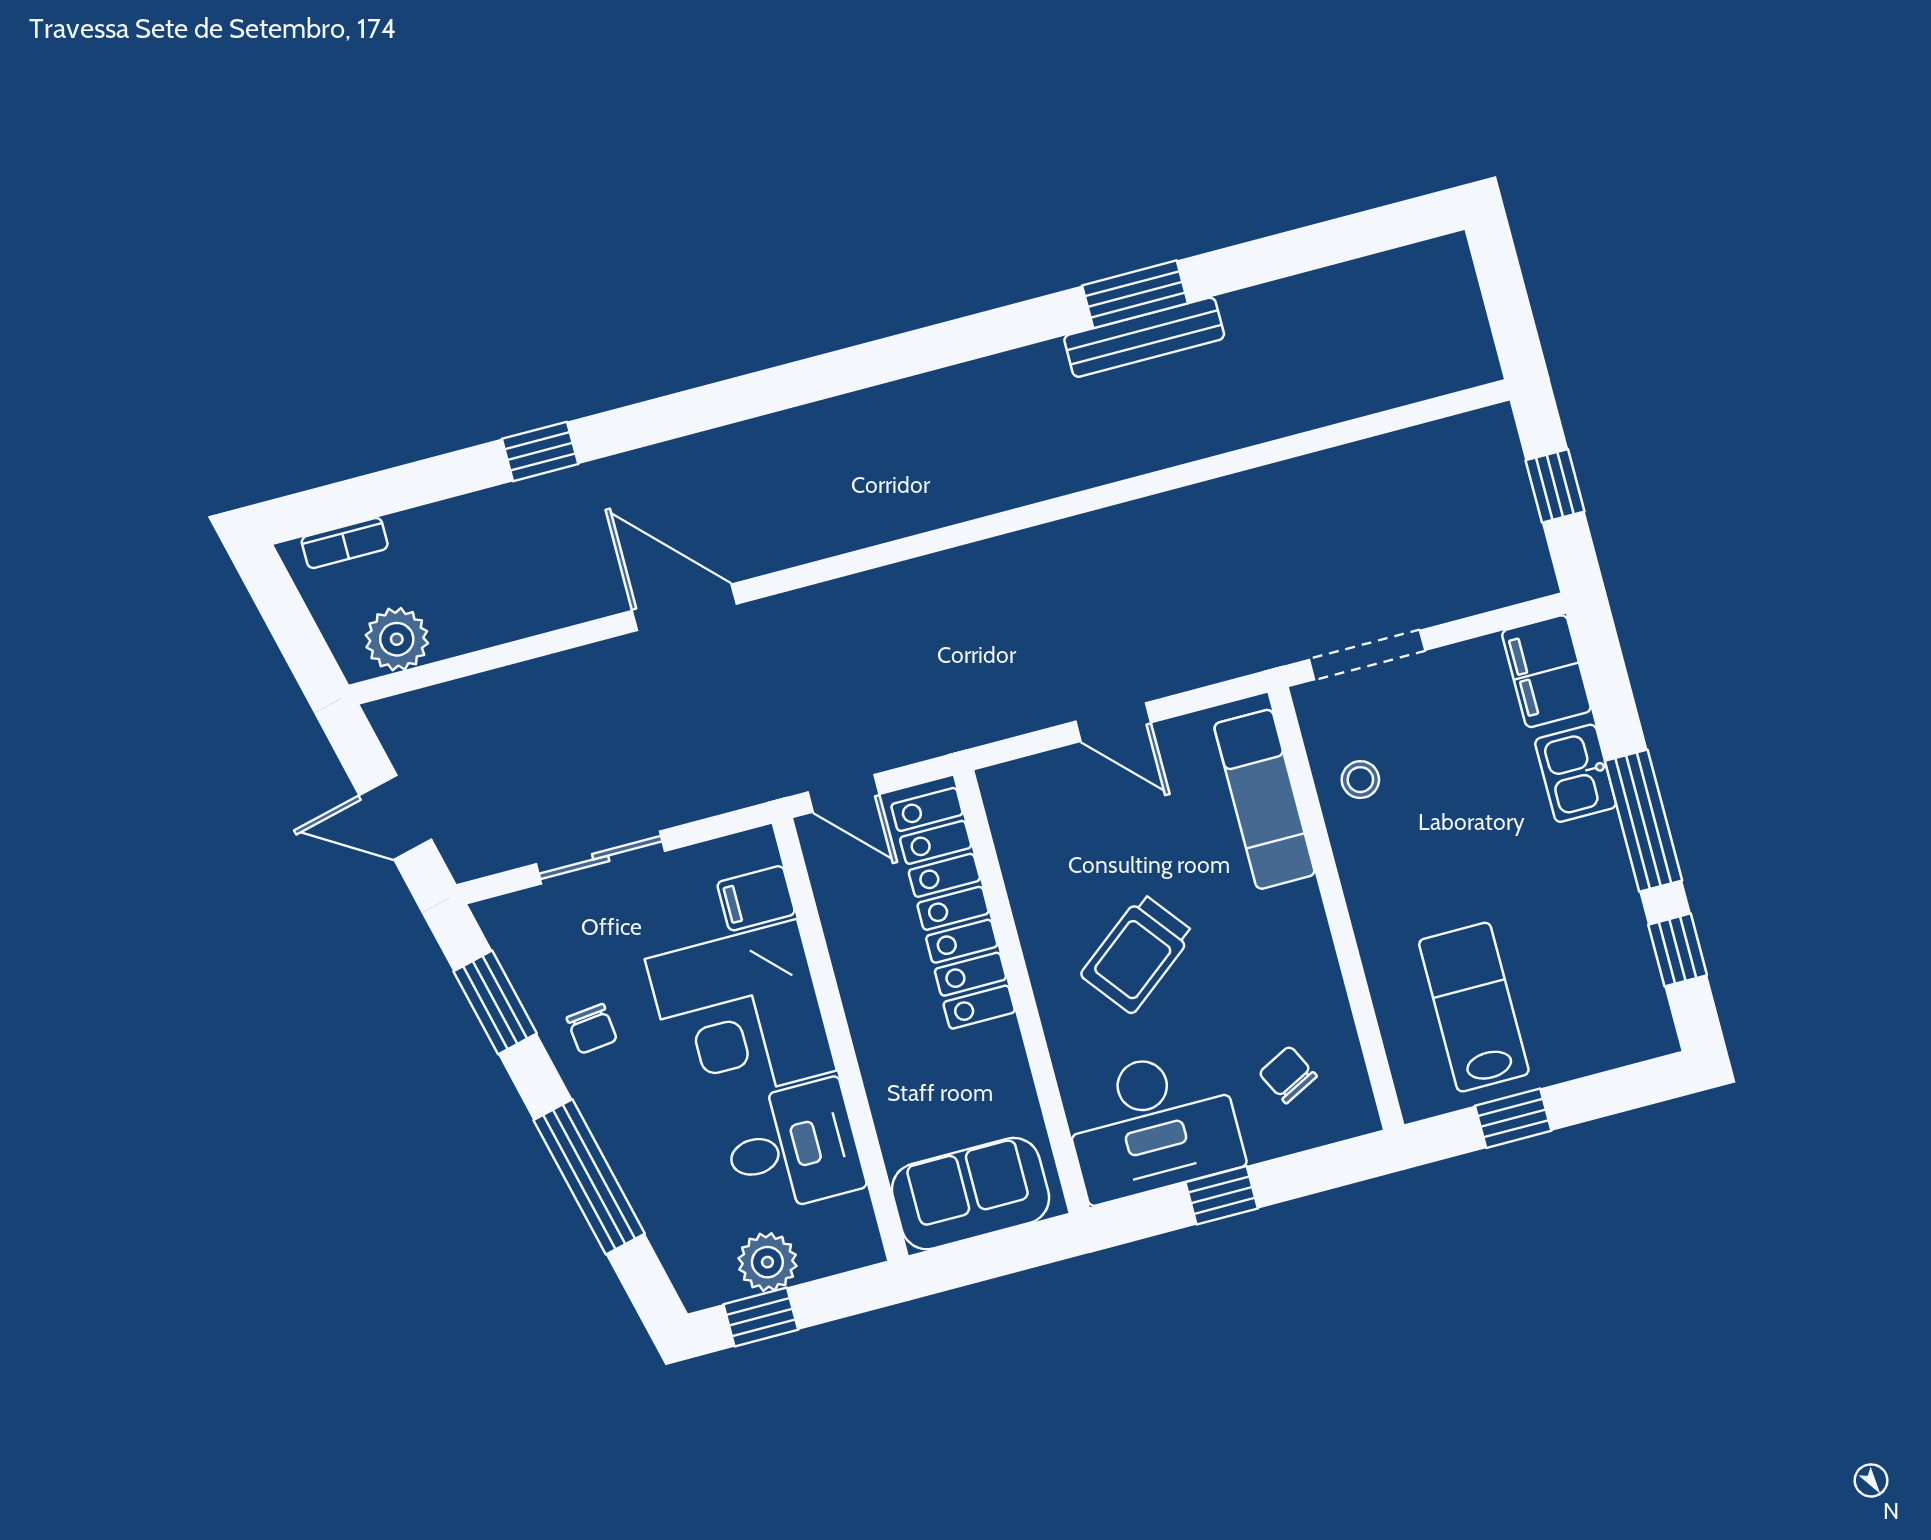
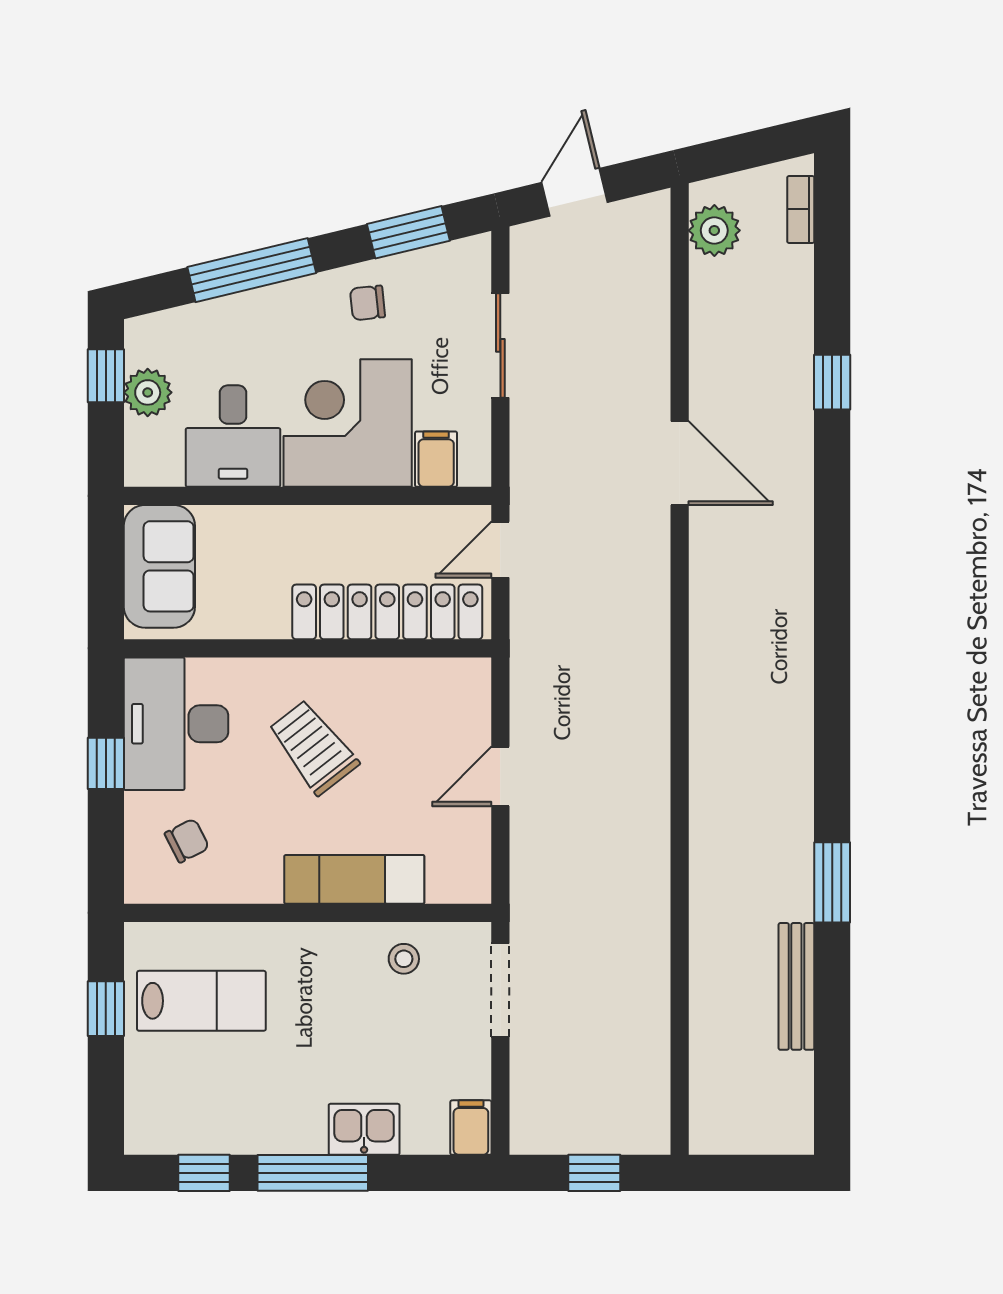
bench: (1144, 337) -> (796, 986), moved
door: (684, 607) -> (680, 463), hinge flipped
filing cabinet: (1546, 671) -> (471, 1128), width x0.50
exam couch: (1264, 799) -> (354, 879), moved

